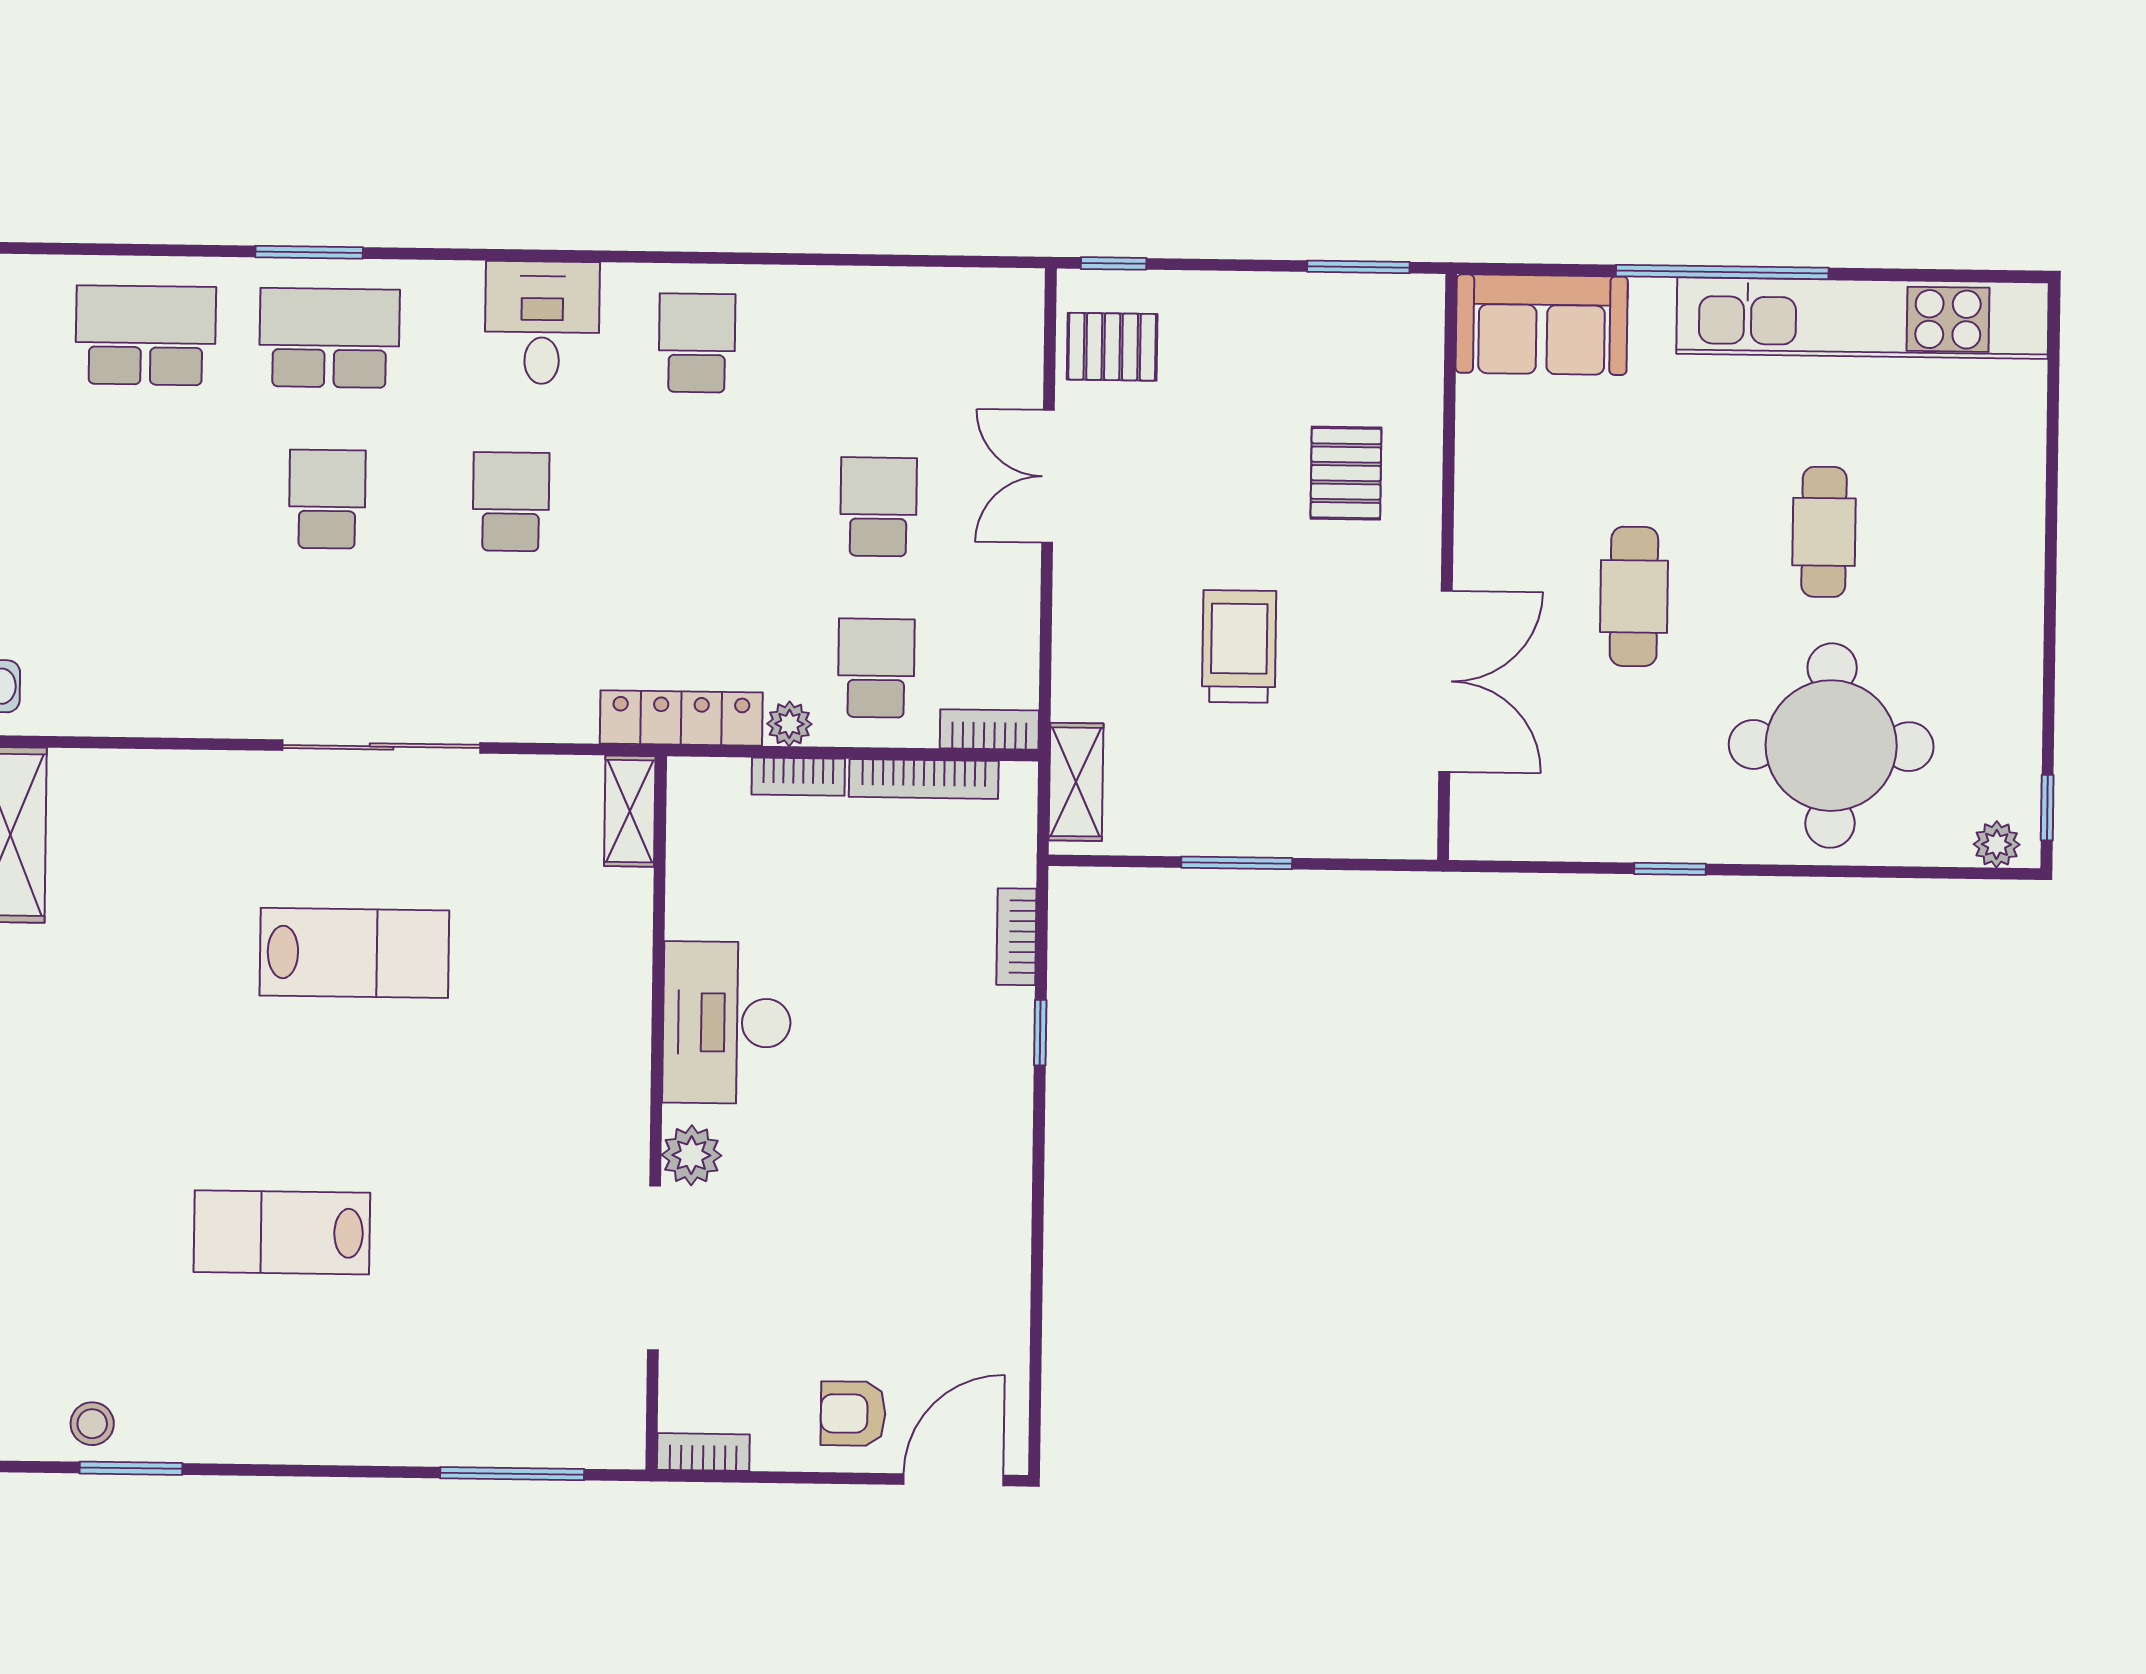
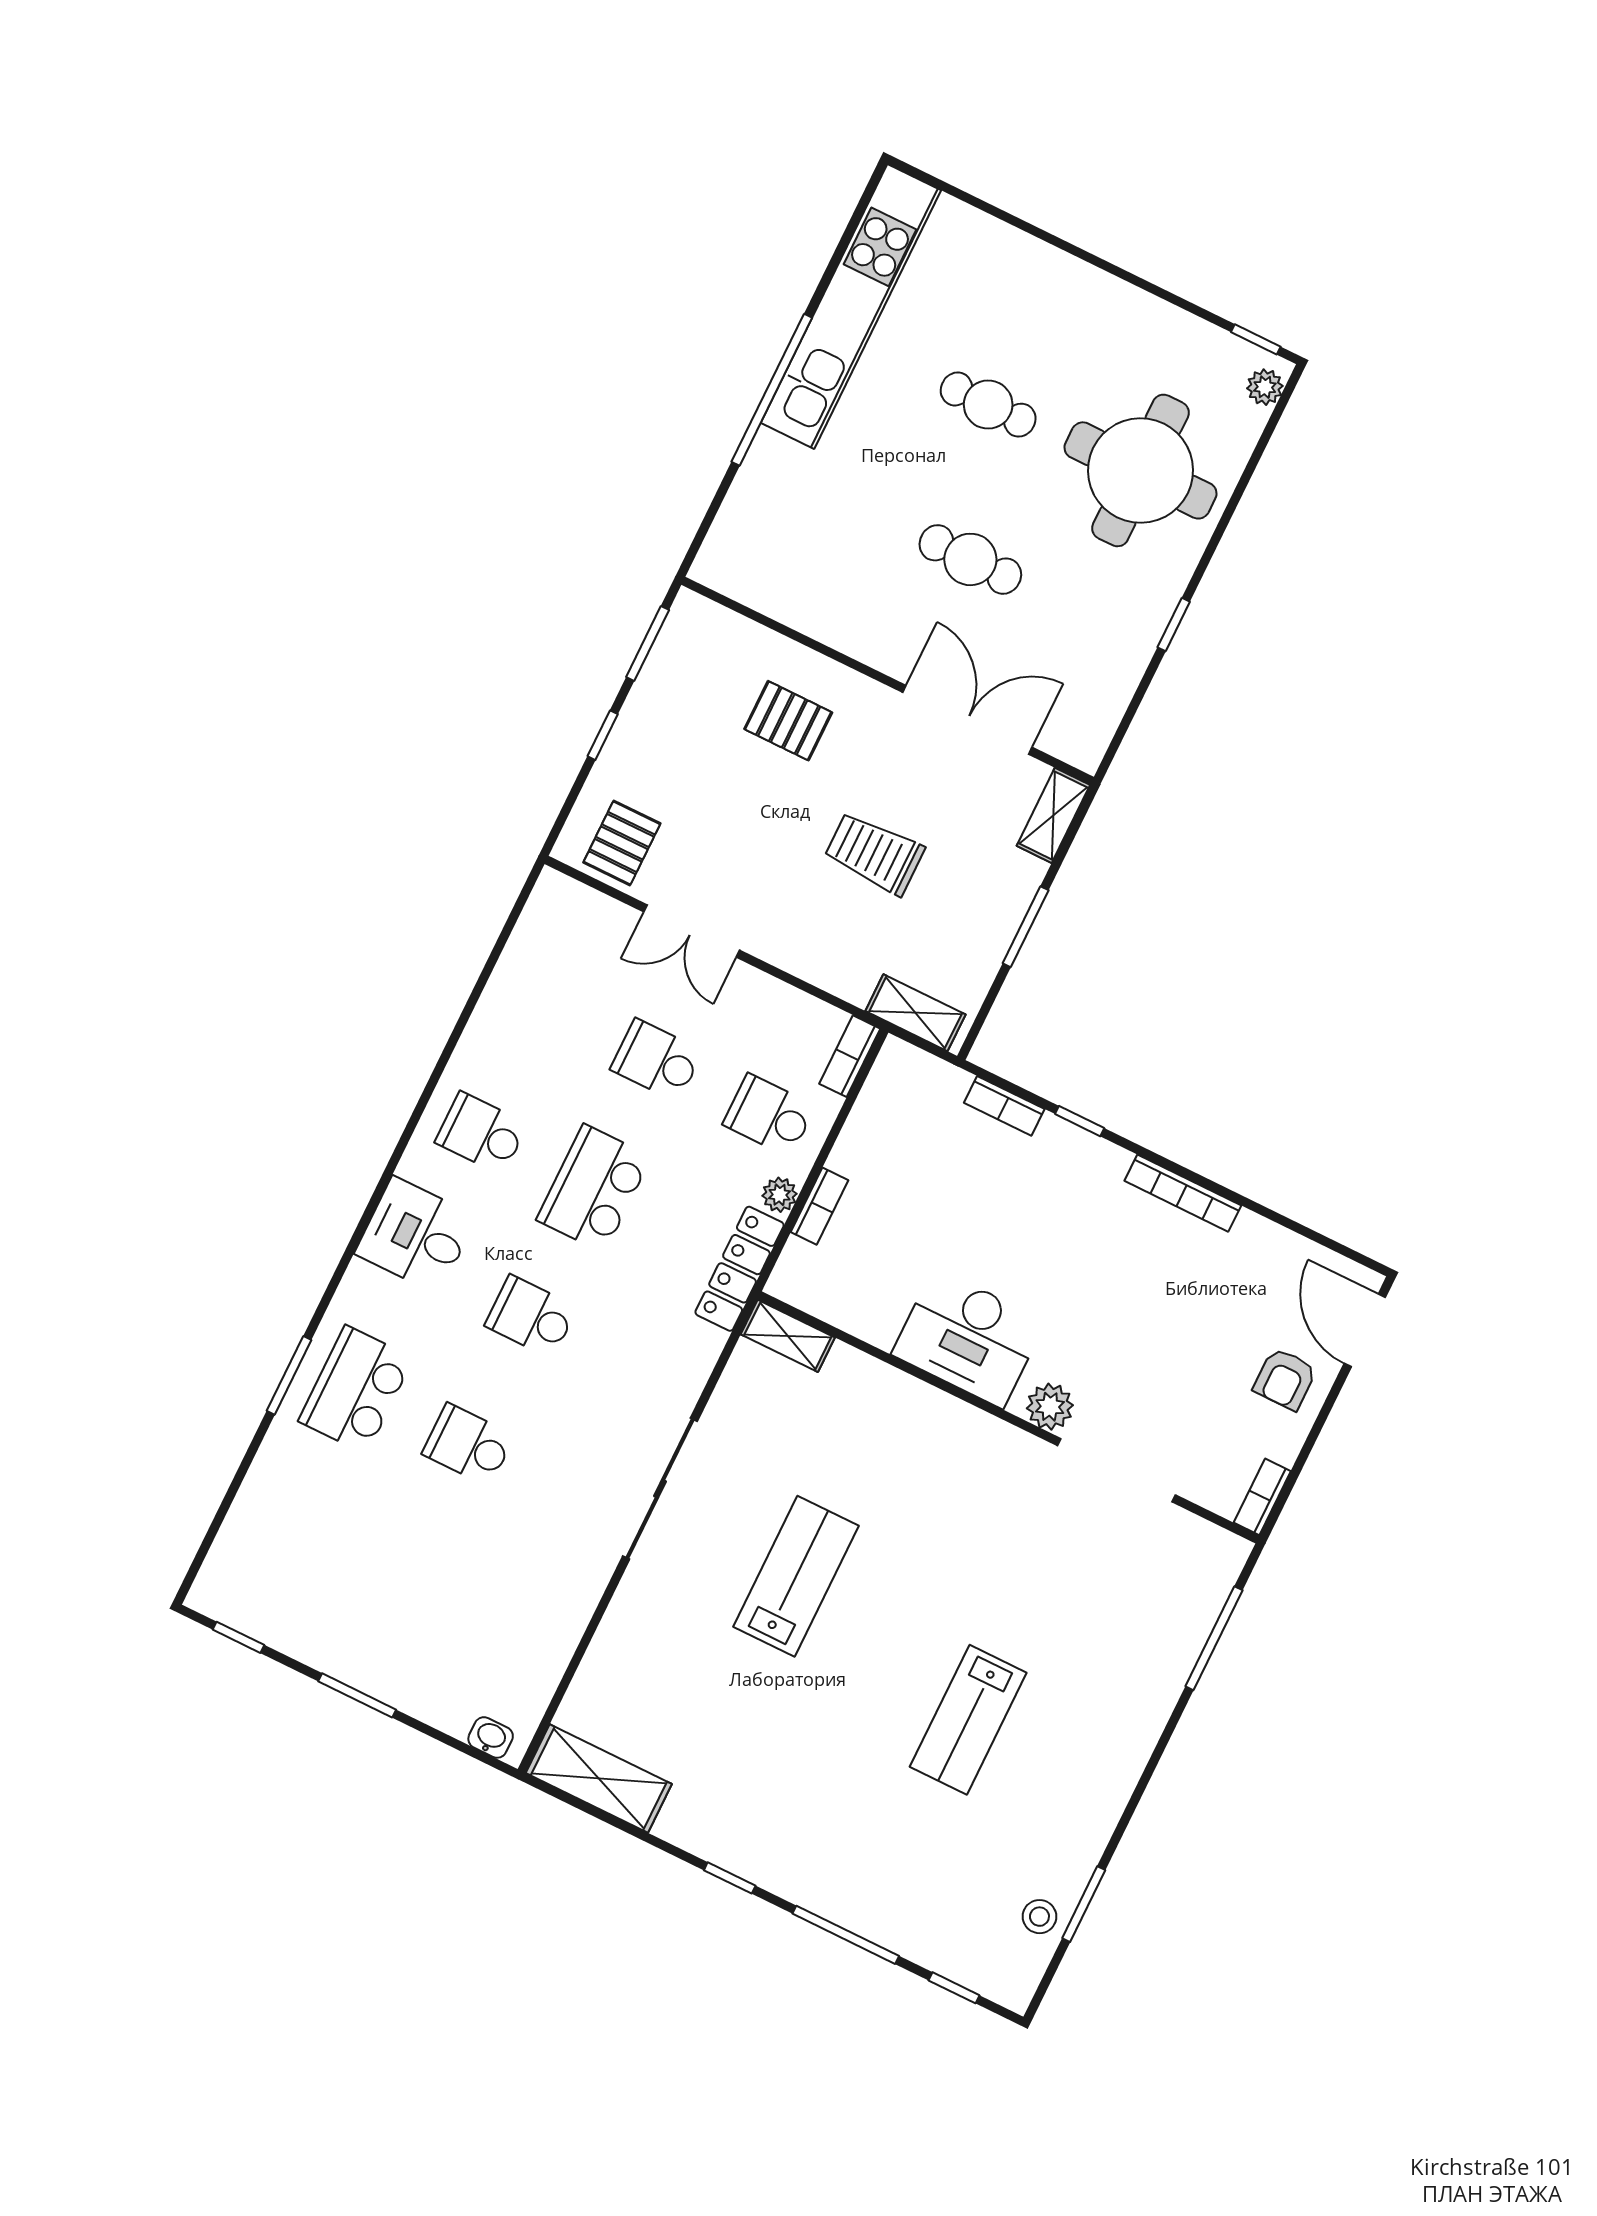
window: (1114, 263) -> (603, 735), moved
sofa: (1542, 325) -> (749, 534), removed
school desk: (146, 335) -> (594, 1188), moved
bookcase: (924, 779) -> (1183, 1193), moved, turned 90
shelving: (1382, 834) -> (1053, 815), added

